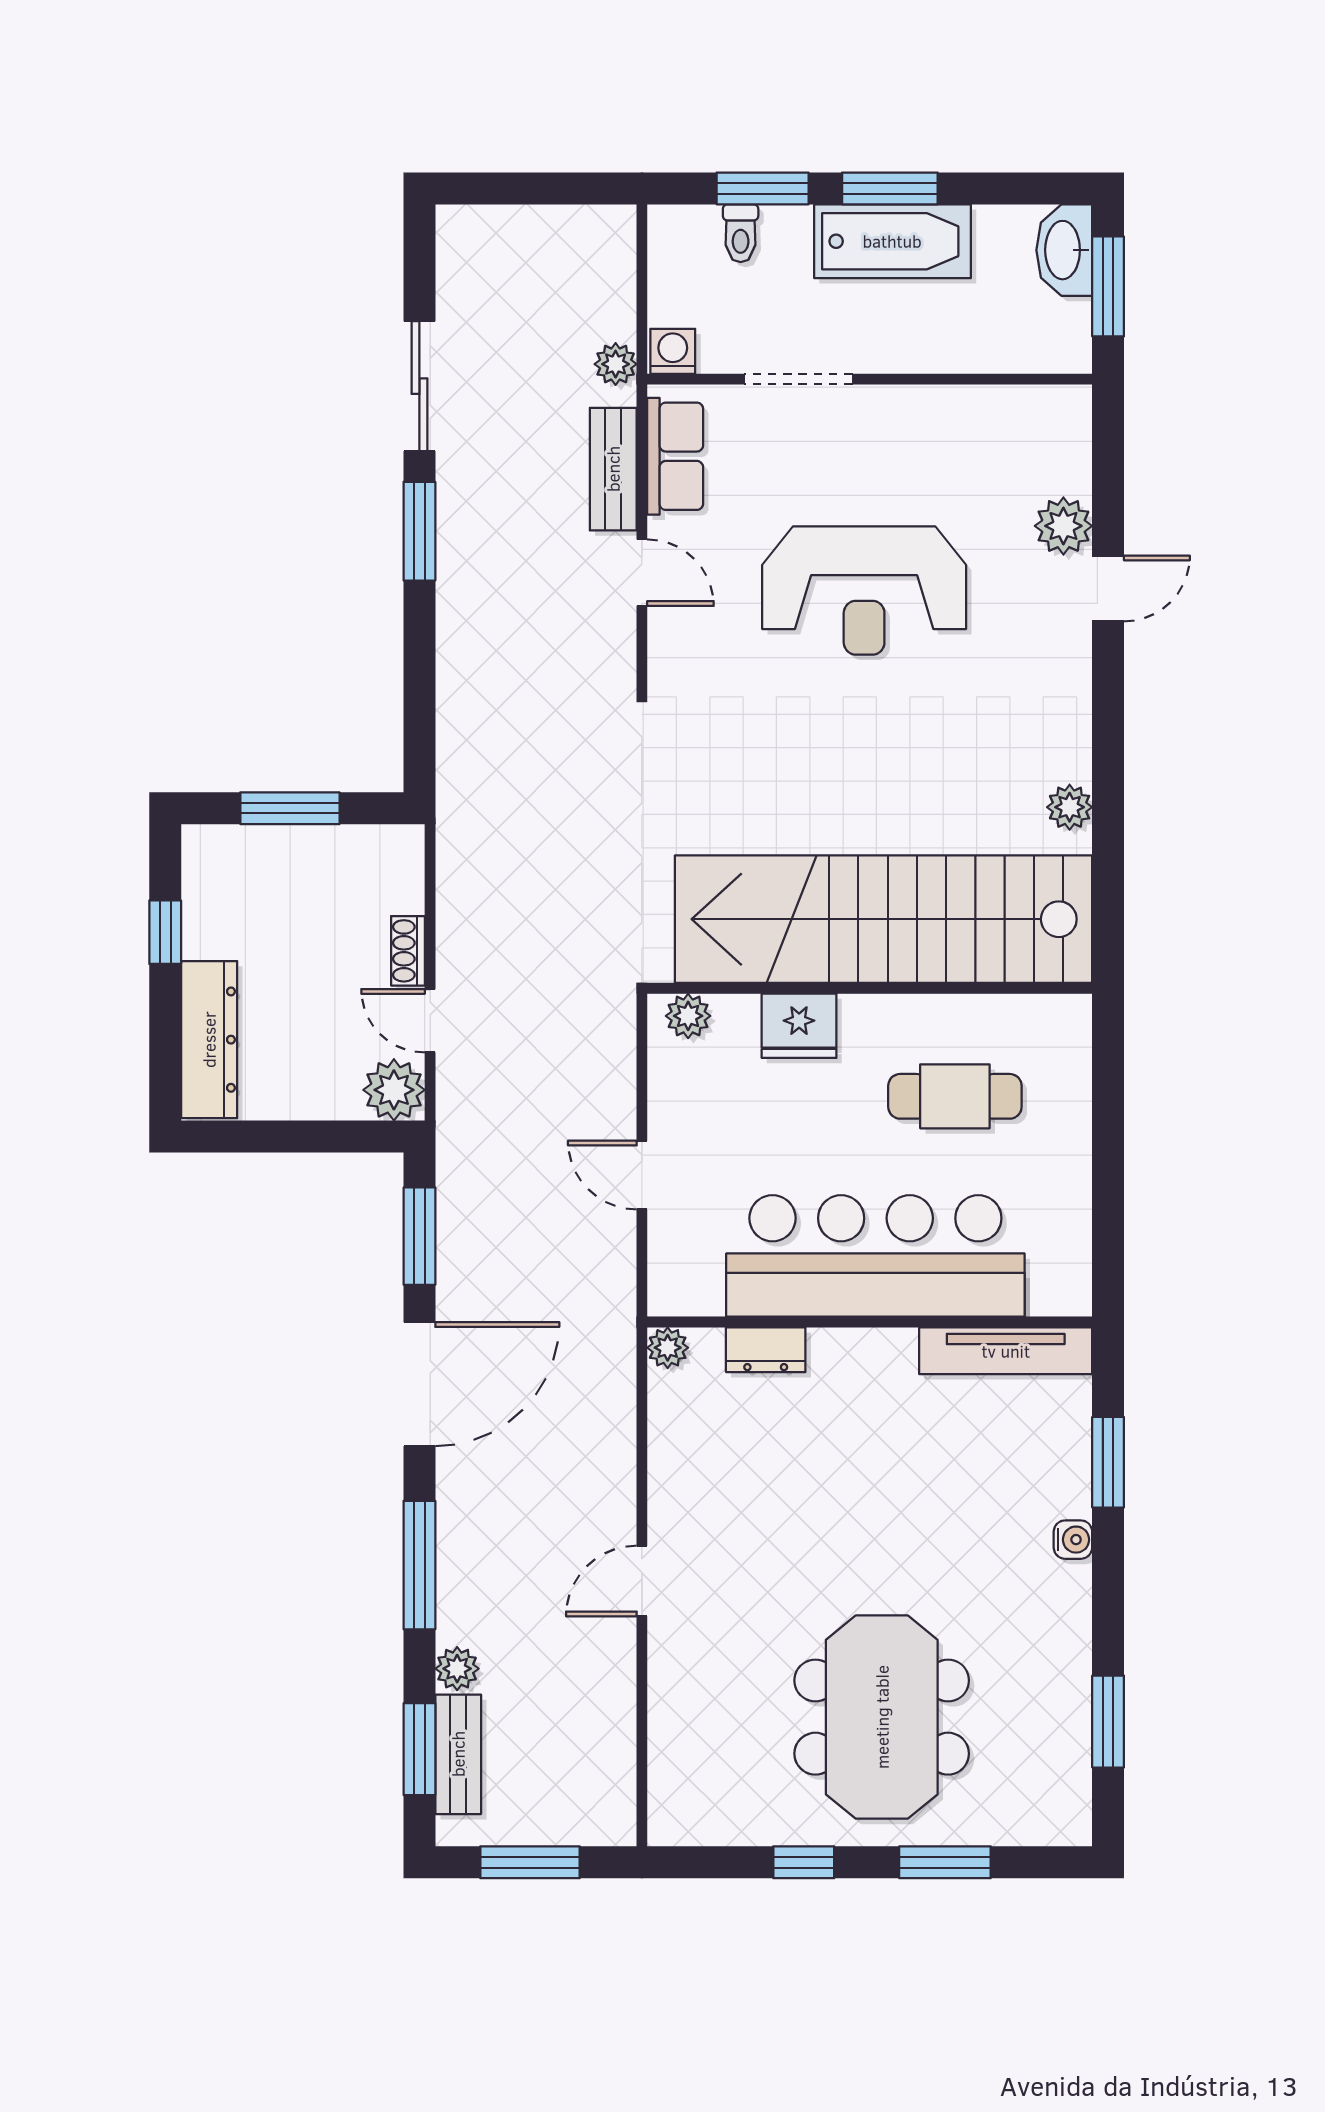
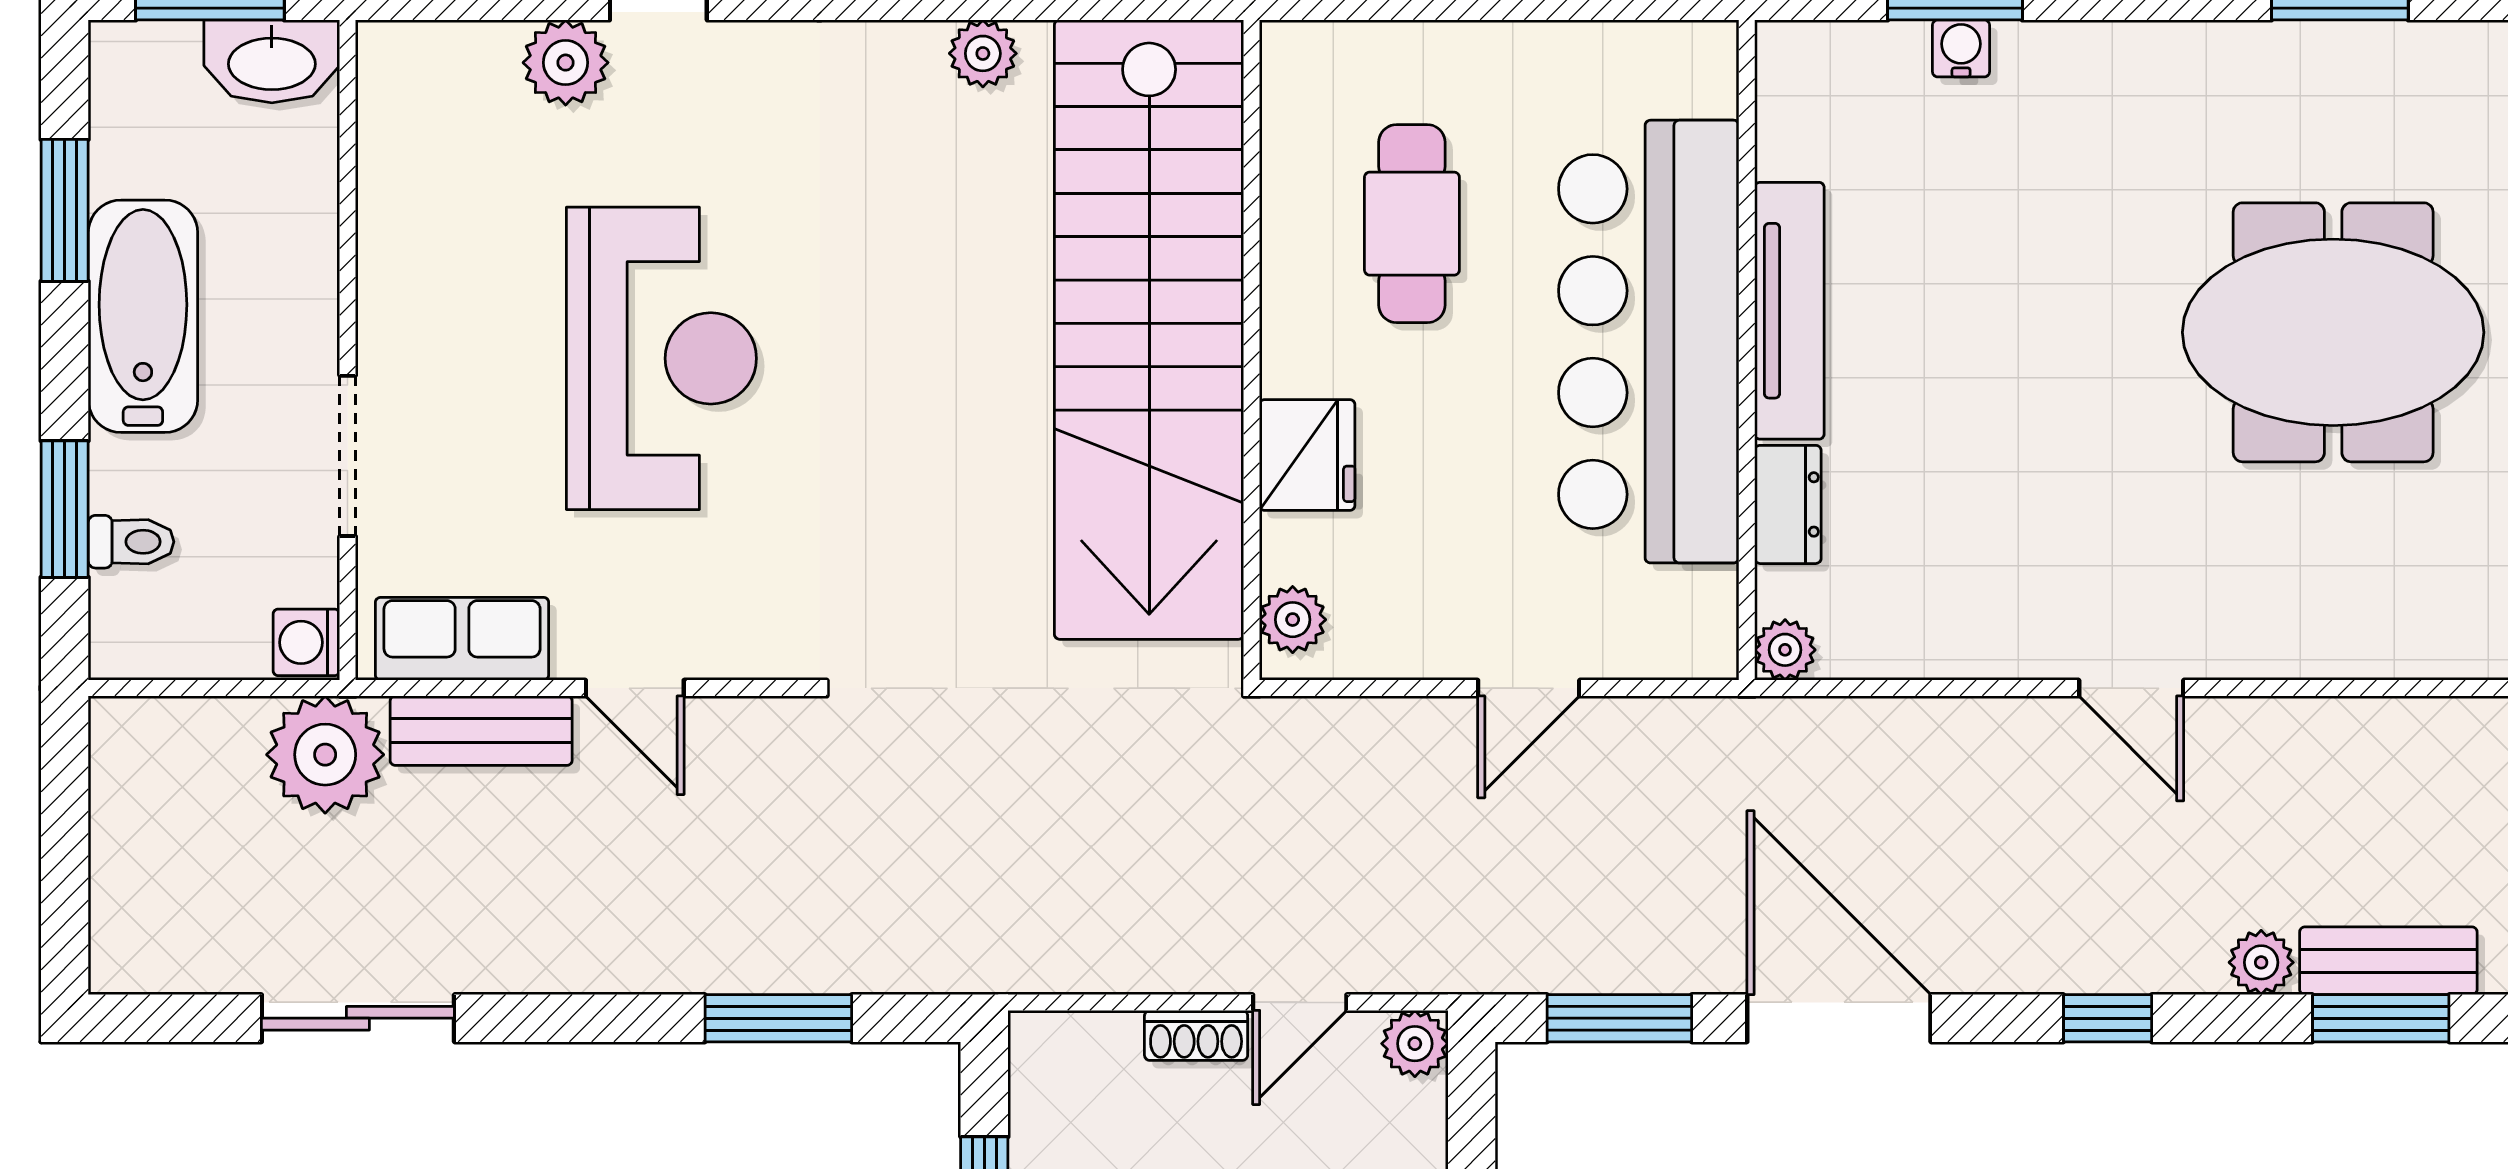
window: (890, 188) -> (65, 210), moved
washbasin: (1064, 250) -> (272, 61), moved
plant: (616, 364) -> (325, 755), width x1.88, depth x1.88
window: (419, 531) -> (778, 1018), moved
door: (642, 573) -> (635, 688), swing flipped
plant: (394, 1090) -> (1415, 1044), width x0.73, depth x0.73
tv unit: (1006, 1351) -> (1789, 311), moved
water cooler: (1073, 1540) -> (1961, 48), moved
window: (419, 1565) -> (2108, 1018), width x0.46

